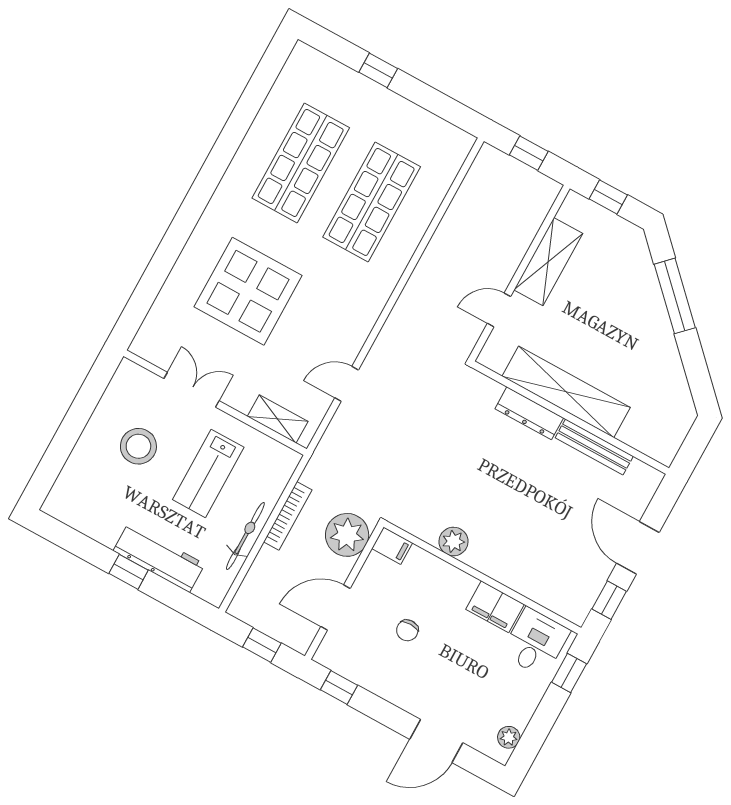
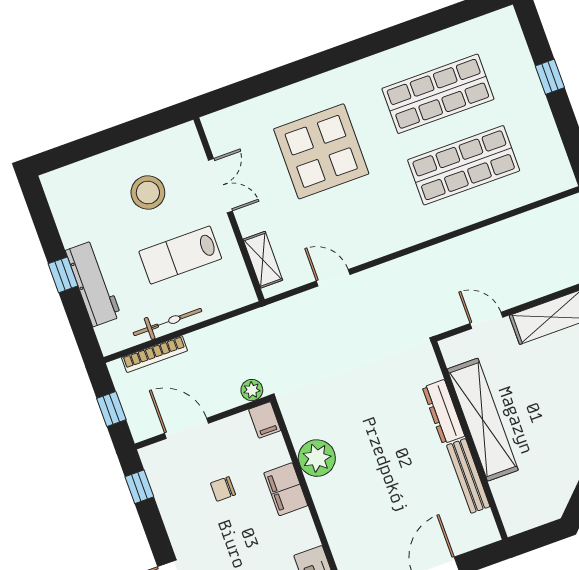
bookcase: (288, 516) -> (155, 354), moved
plant: (347, 535) -> (252, 390), width x0.53, depth x0.53
plant: (453, 541) -> (317, 458), width x1.36, depth x1.36
filing cabinet: (495, 607) -> (286, 489), moved

